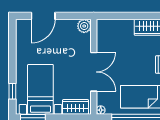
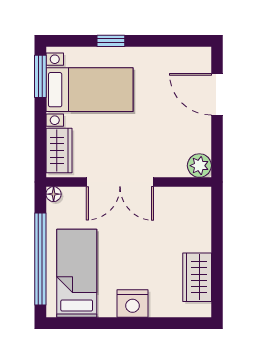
window: (12, 91) -> (111, 41), moved

